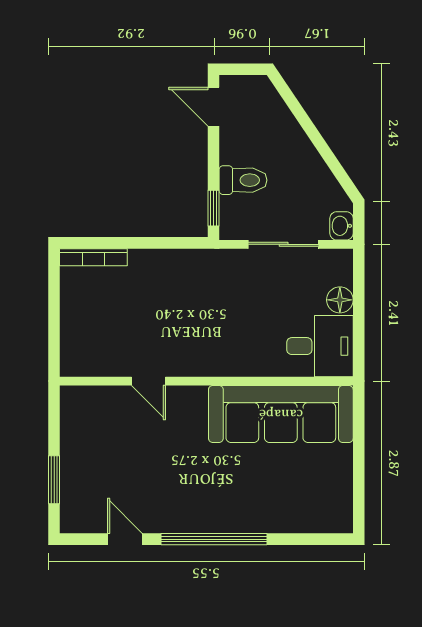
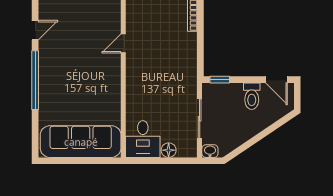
door: (213, 107) -> (276, 80), swing flipped
toilet: (243, 180) -> (252, 96), moved
sofa: (281, 414) -> (81, 142), moved, turned 90

